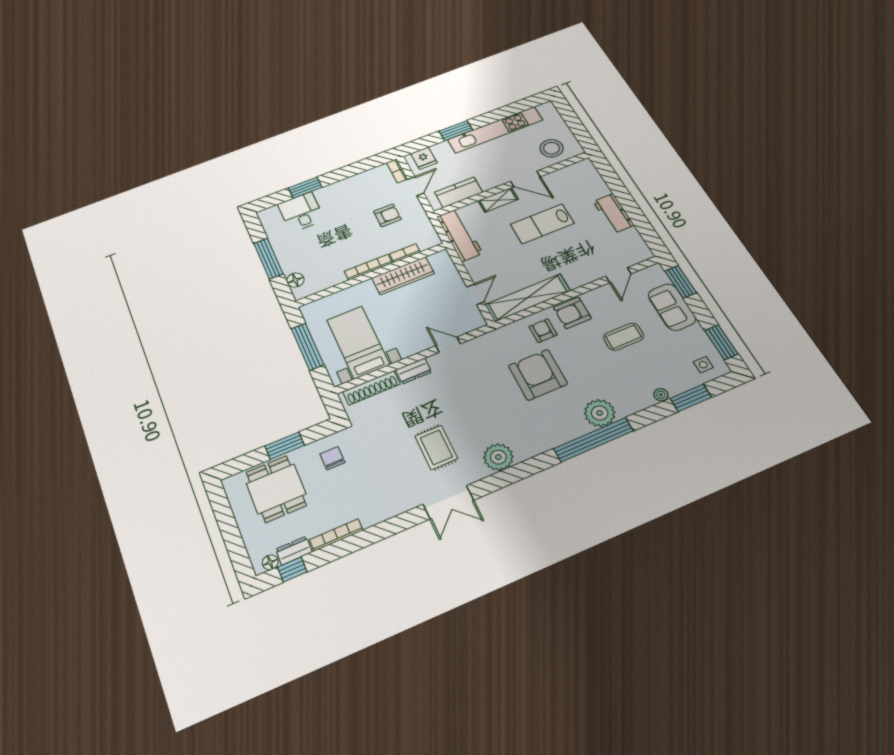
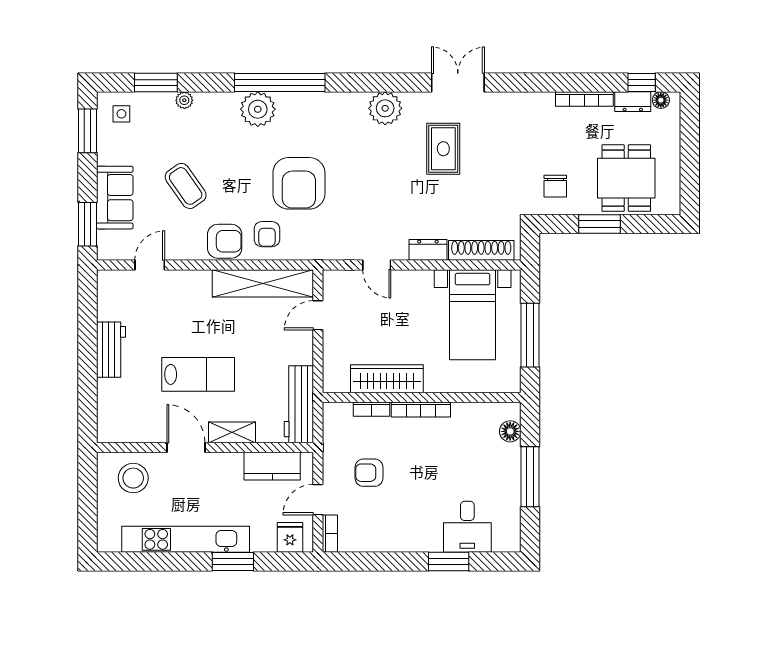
coffee table: (624, 337) -> (186, 186), turned 55

